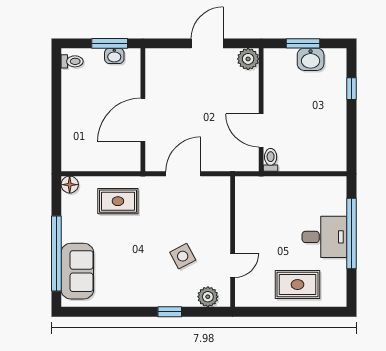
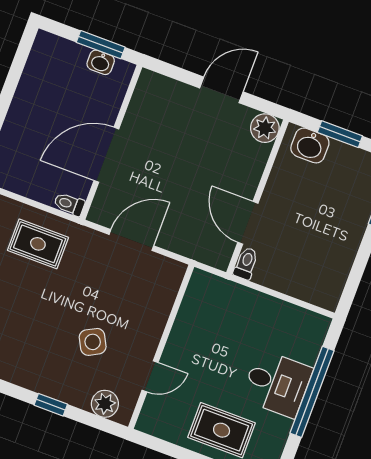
washbasin: (311, 59) -> (310, 145), moved
toilet: (72, 61) -> (69, 204), moved, turned 180

